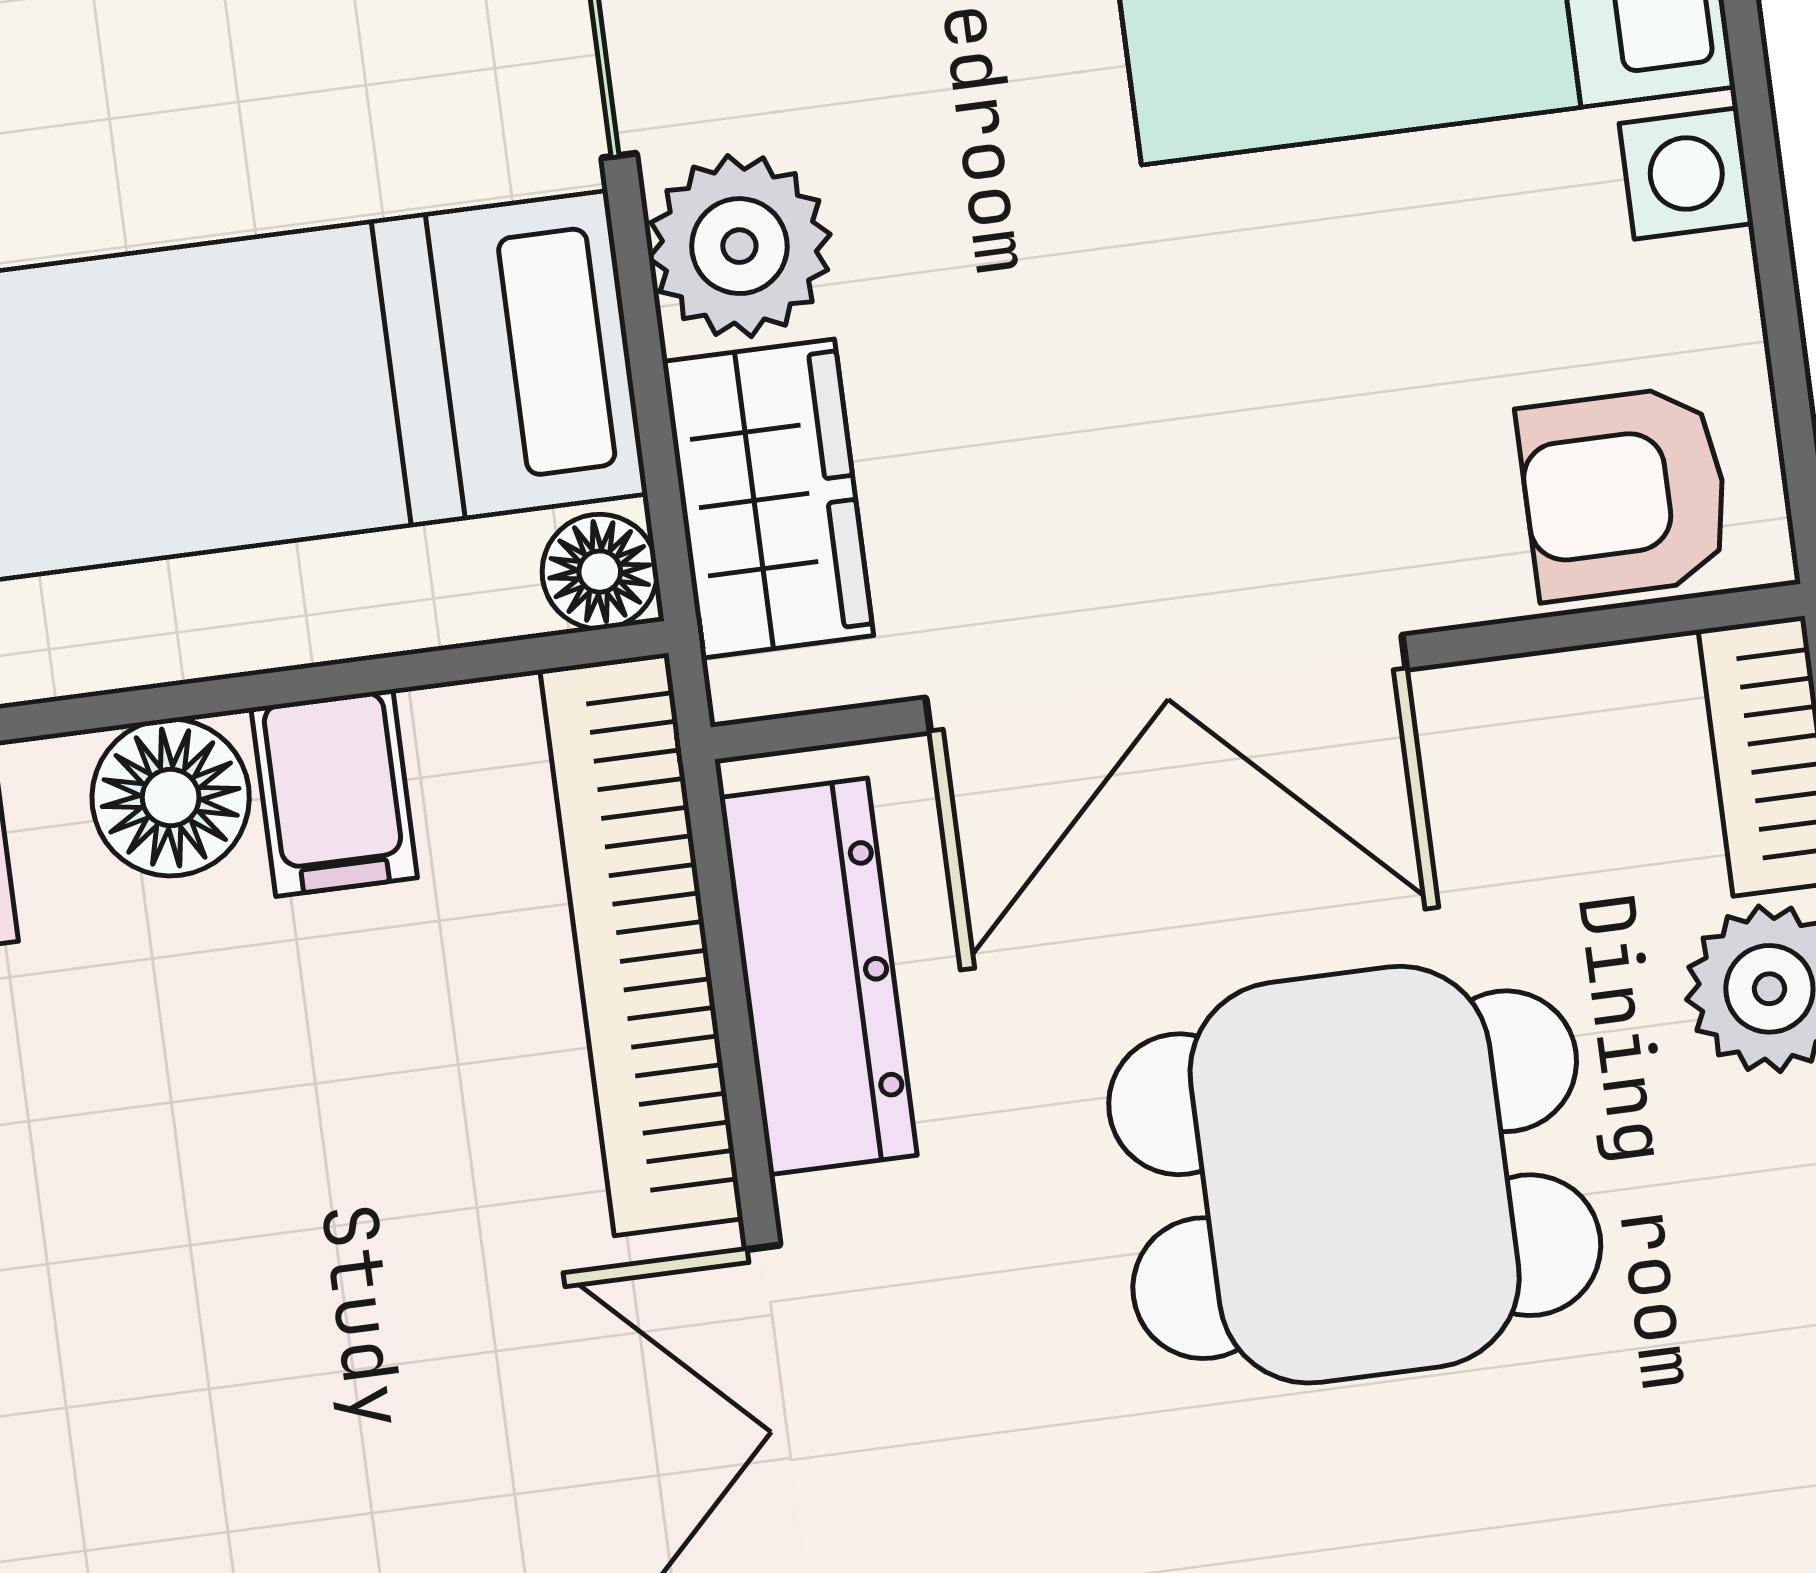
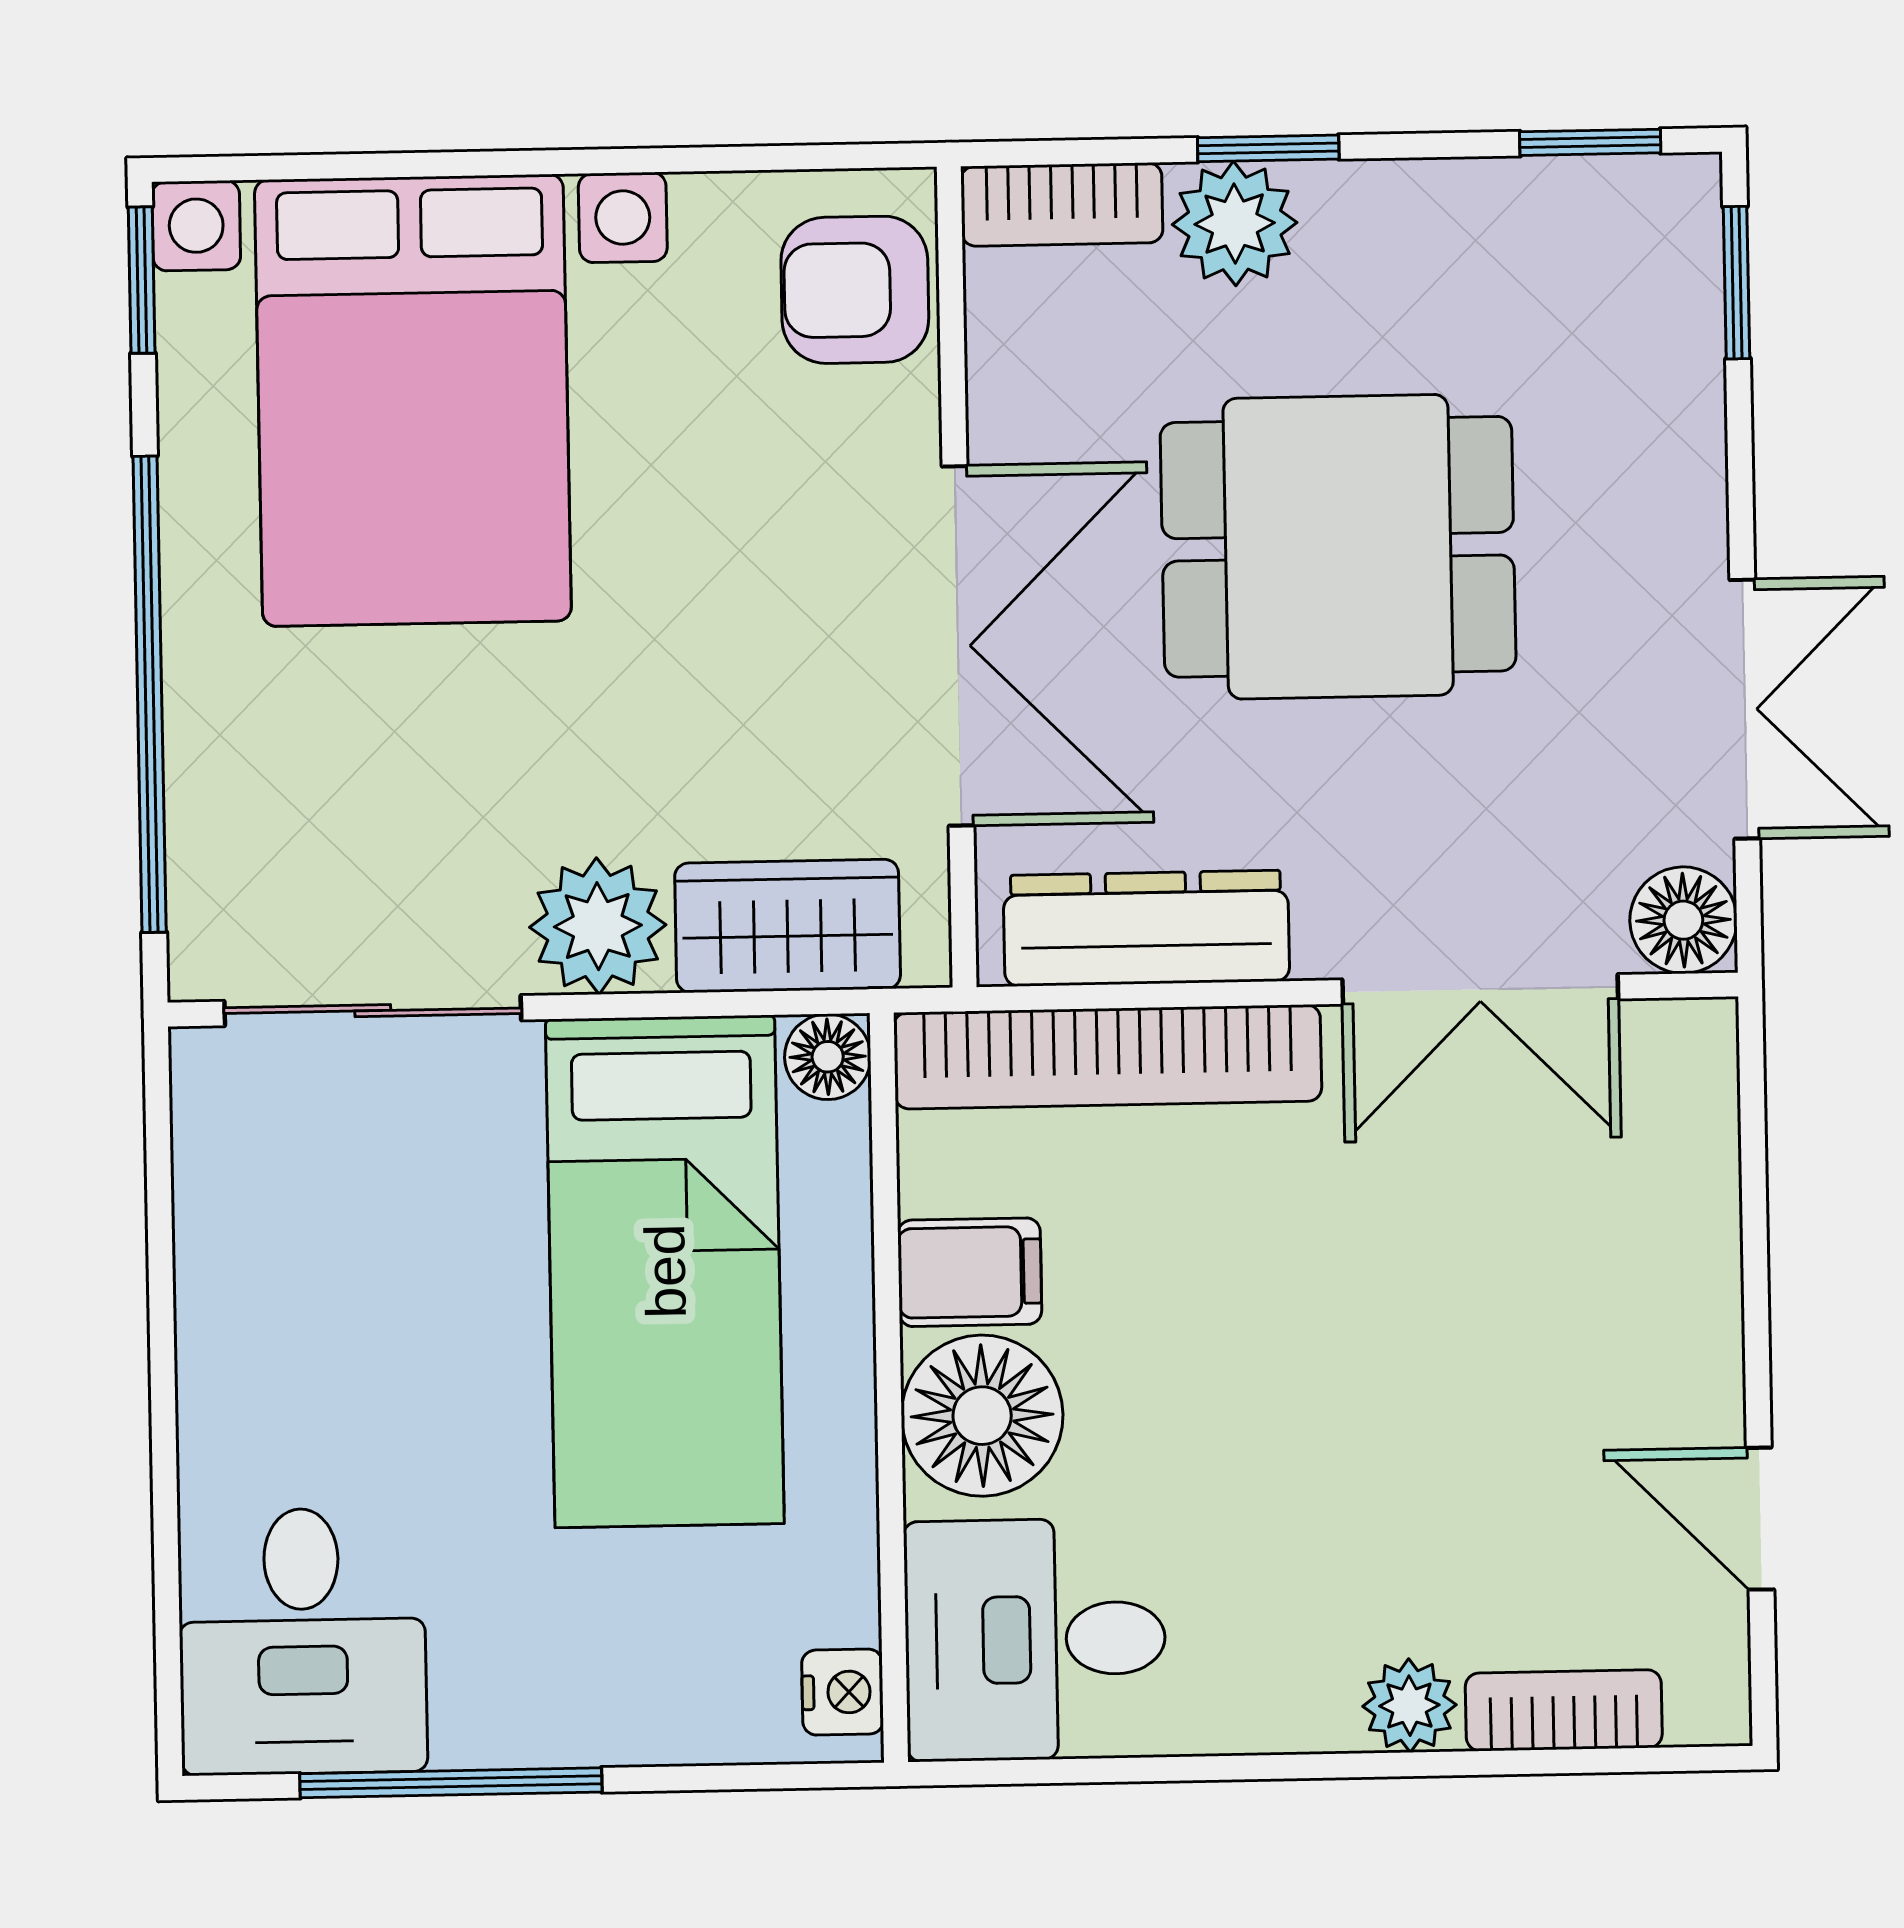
armchair: (1625, 493) -> (855, 290), turned 90
floor lamp: (171, 798) -> (982, 1416), width x1.38, depth x1.38
dining table: (1355, 1175) -> (1338, 547), turned 90

